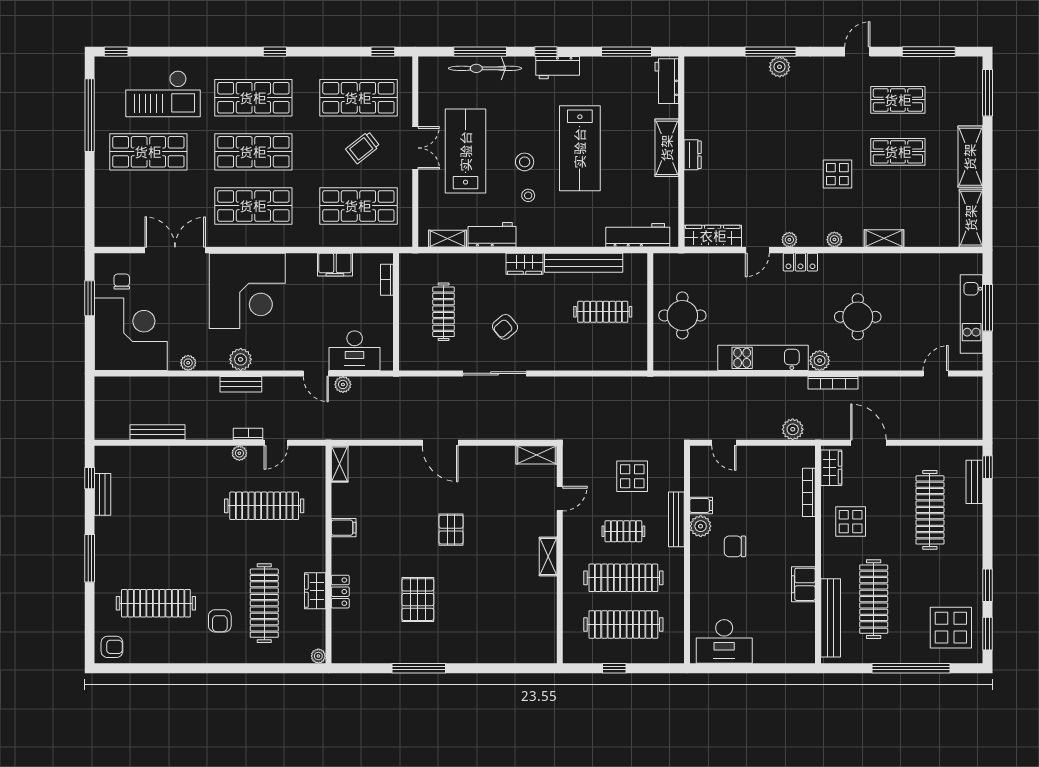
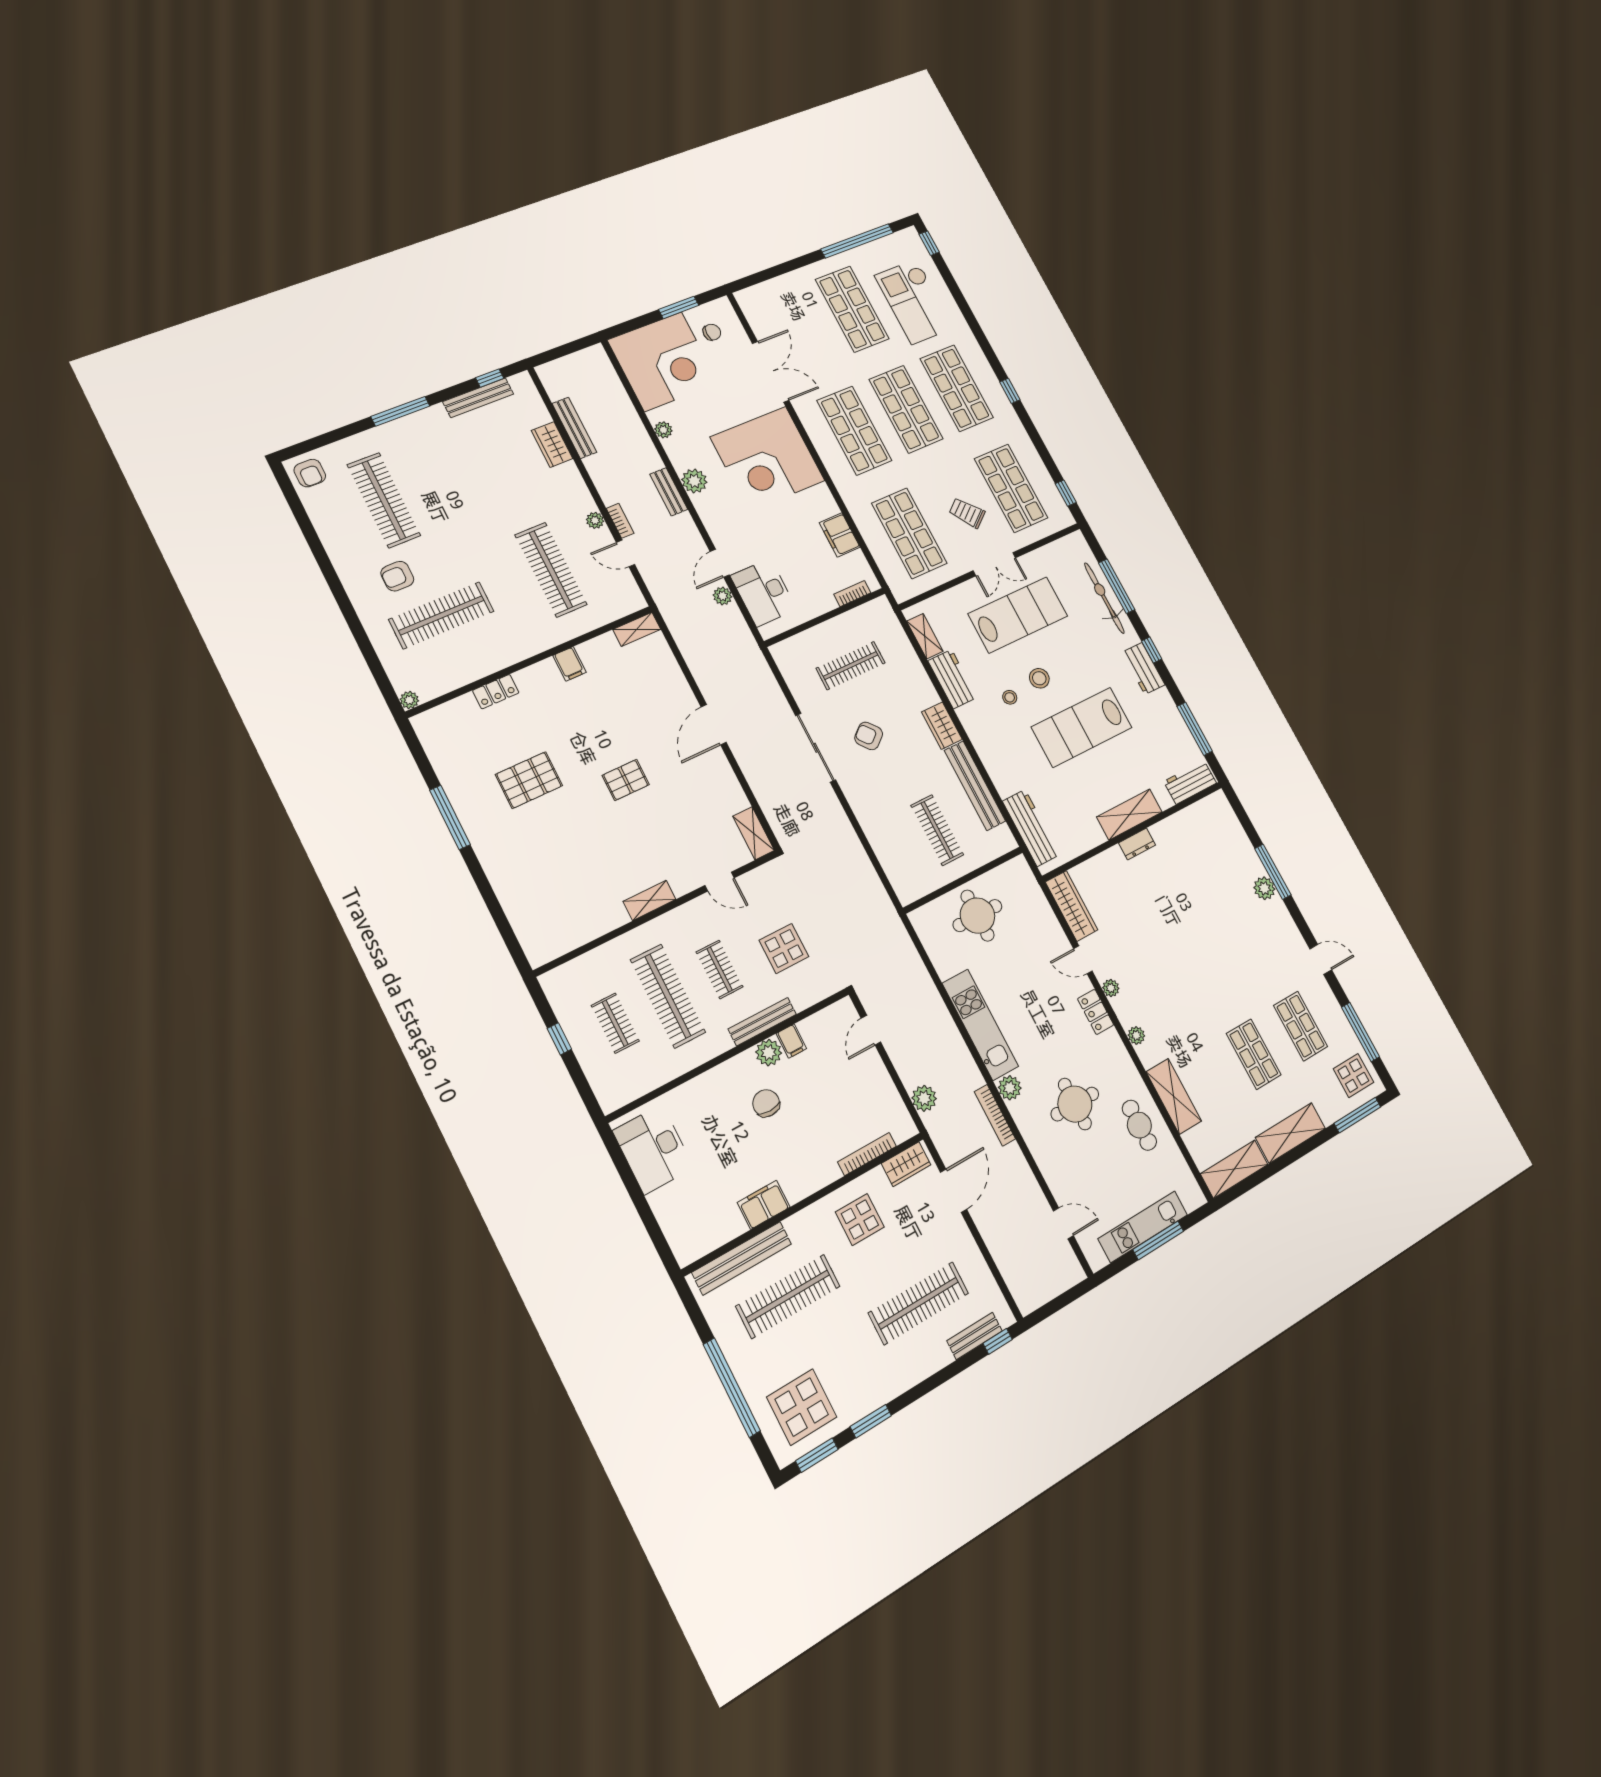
display table: (837, 174) -> (1353, 1076), moved
shelving: (884, 238) -> (1174, 1096), width x1.50, depth x1.33
cafe table: (900, 275) -> (1139, 1125), added
bench: (103, 494) -> (478, 398), width x1.36
wardrobe: (315, 591) -> (552, 445), moved, turned -90
clothes rail: (623, 624) -> (615, 1023), width x0.54, depth x0.76

